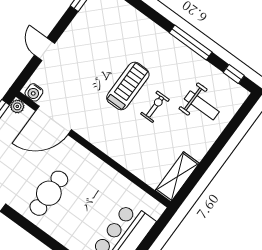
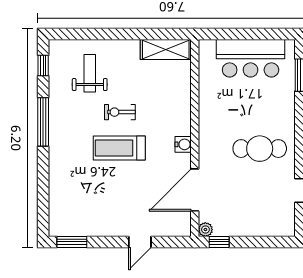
water cooler: (34, 92) -> (183, 144), moved
door: (54, 120) -> (195, 190), swing flipped

